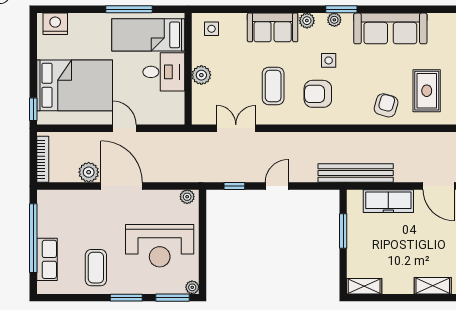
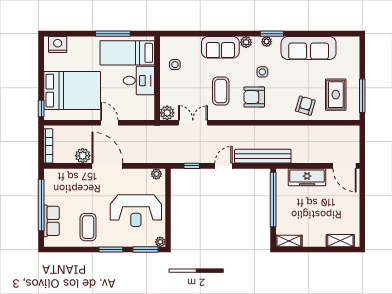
side table: (211, 29) -> (175, 65), moved
plant: (201, 75) -> (167, 113), moved
bench: (356, 173) -> (263, 156), moved
window: (343, 231) -> (273, 200), width x2.11

